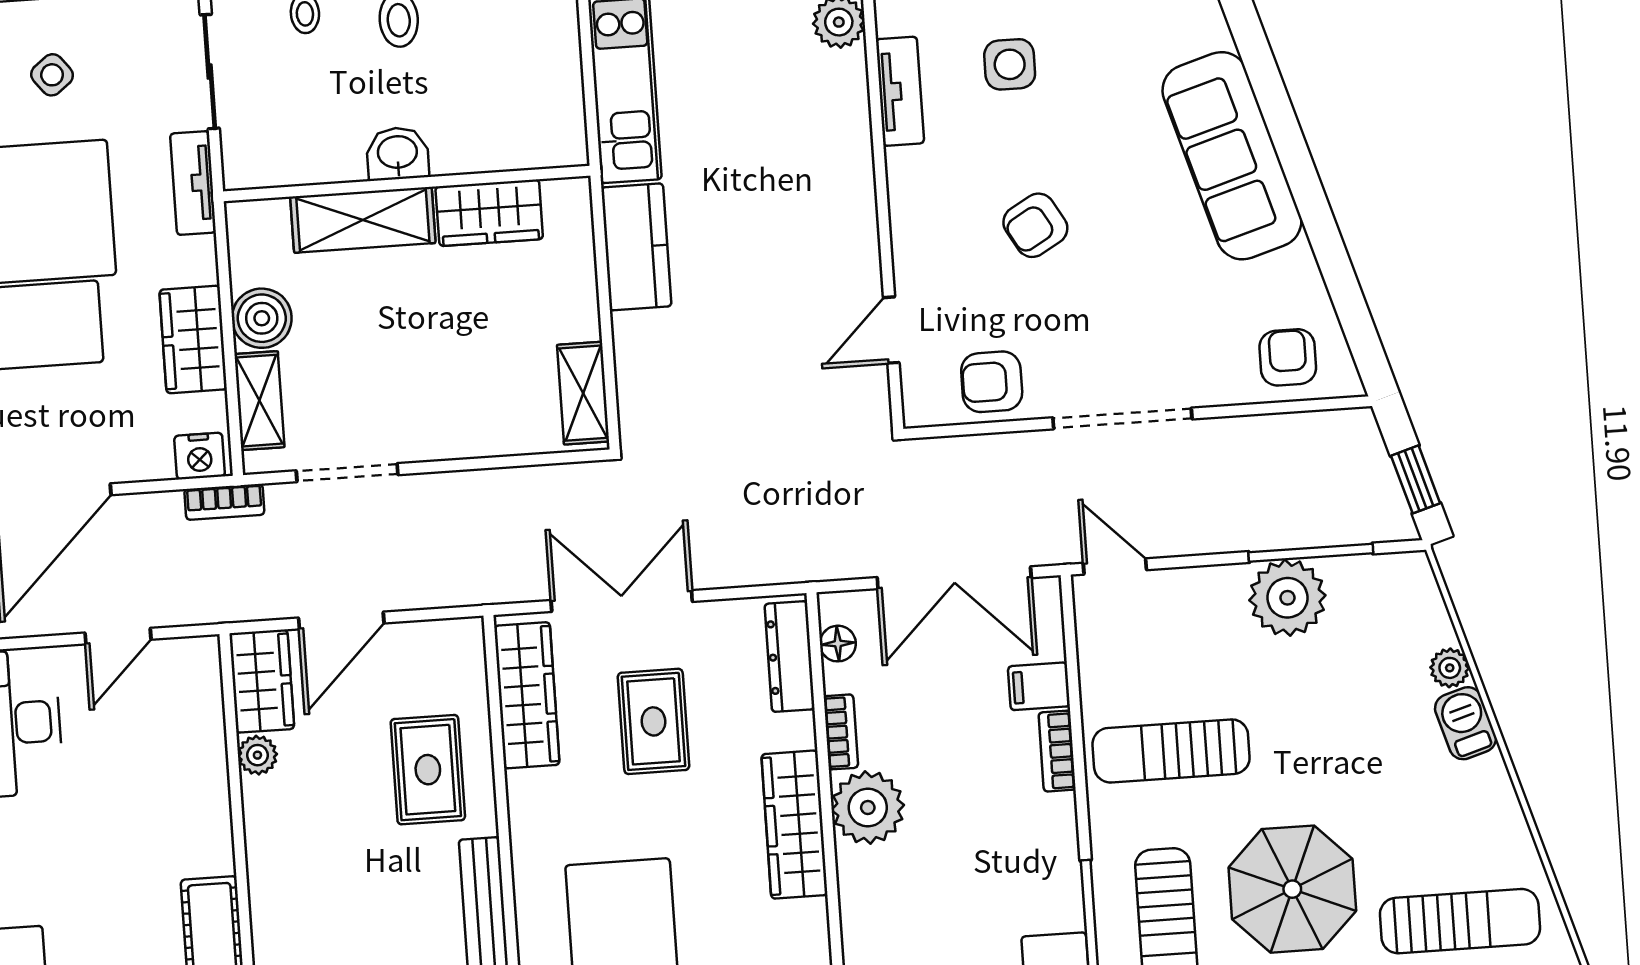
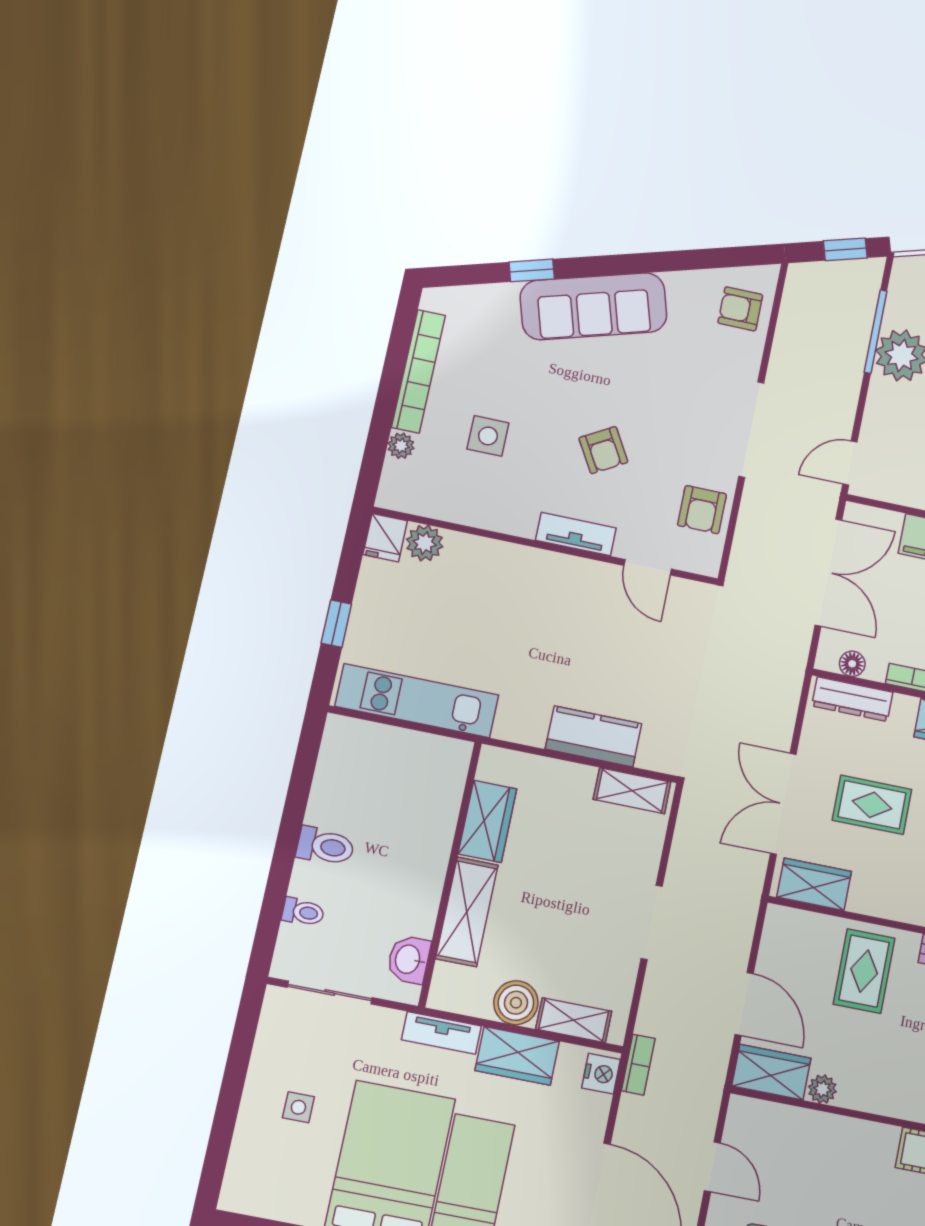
window: (1257, 58) -> (532, 270), added
side table: (52, 75) -> (298, 1107), turned 38
tv unit: (900, 91) -> (576, 534), moved
washbasin: (397, 154) -> (409, 959), moved
tv unit: (193, 183) -> (441, 1033), moved
kitchen counter: (636, 247) -> (593, 736), moved
doorway: (347, 473) -> (652, 922), moved
wardrobe: (527, 695) -> (814, 884), width x0.67
rug: (428, 770) -> (864, 971), turned 90

